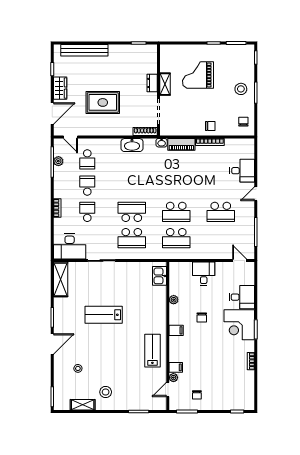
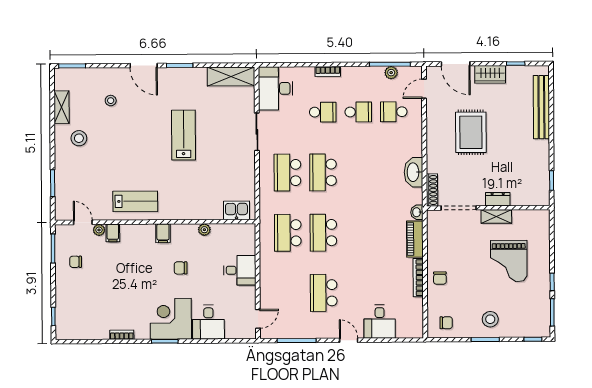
grand piano: (198, 75) -> (509, 261), turned 180
school desk: (132, 212) -> (323, 172), turned 180

